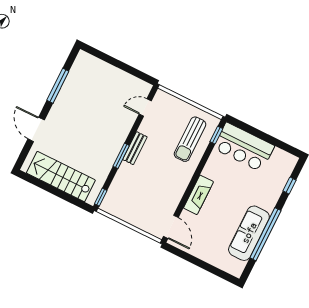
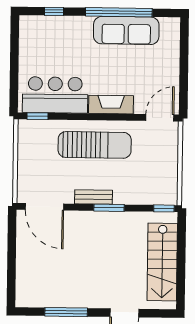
door: (145, 107) -> (44, 207), width x1.87
sun lounger: (190, 139) -> (95, 145), moved, width x1.36, depth x1.34
bar counter: (244, 147) -> (55, 95), moved, turned -90

